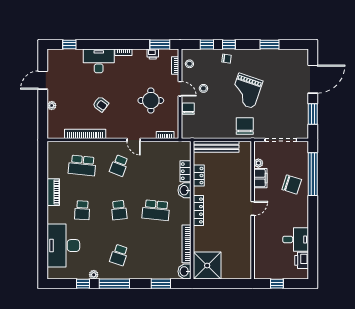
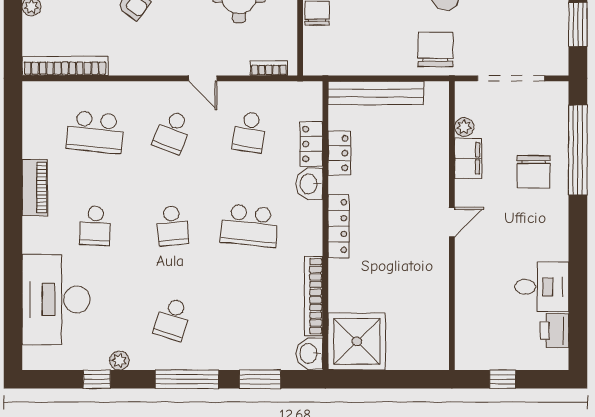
bookcase: (85, 134) -> (65, 66), moved
school desk: (156, 165) -> (250, 132), added
chair: (292, 184) -> (534, 172), turned 72
window: (114, 284) -> (187, 379), moved

